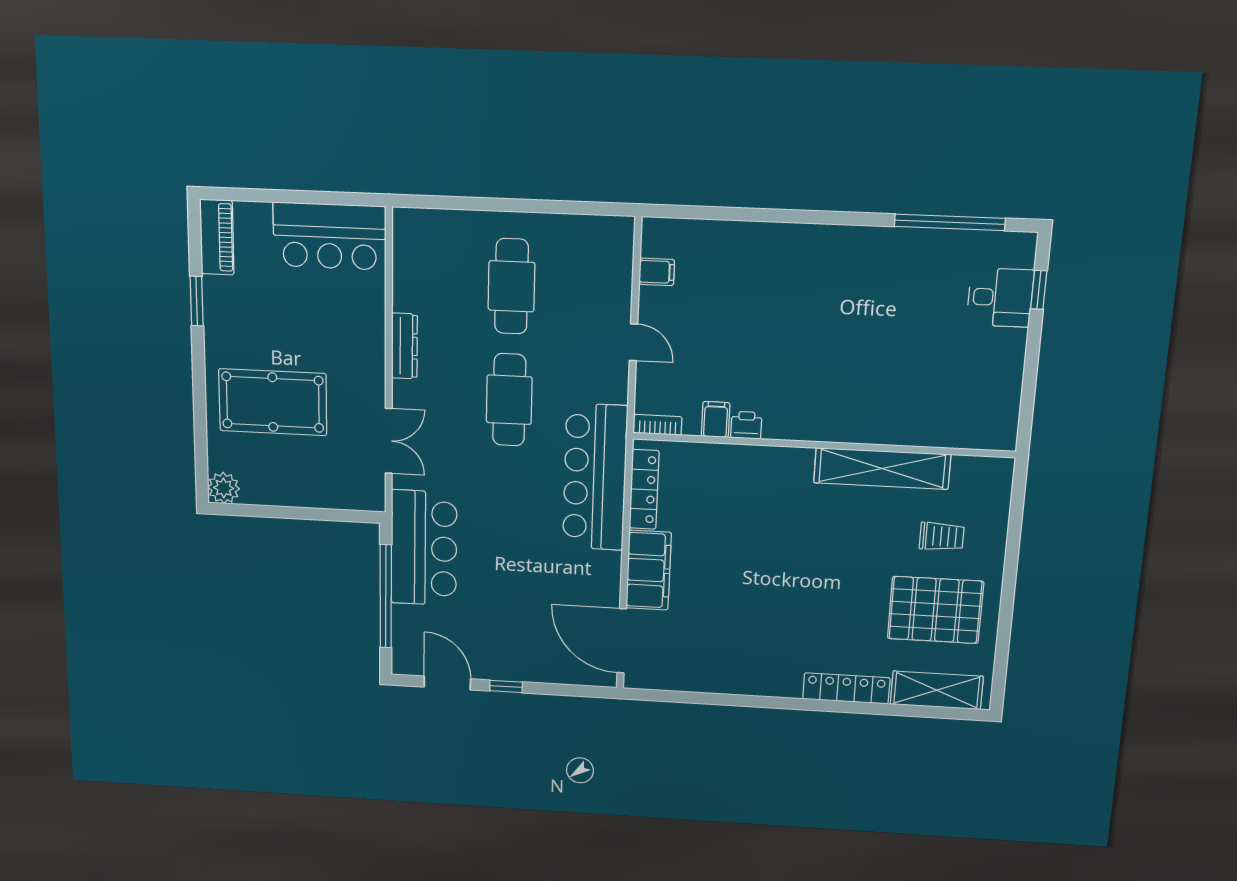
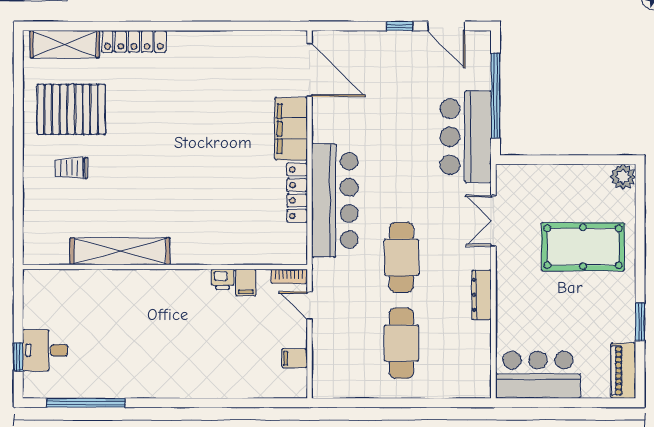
filing cabinet: (716, 420) -> (246, 283), moved
bookcase: (658, 425) -> (289, 276), moved
printer: (746, 425) -> (223, 279), moved
wall: (823, 445) -> (165, 267), moved
shelving: (882, 469) -> (120, 251), moved

